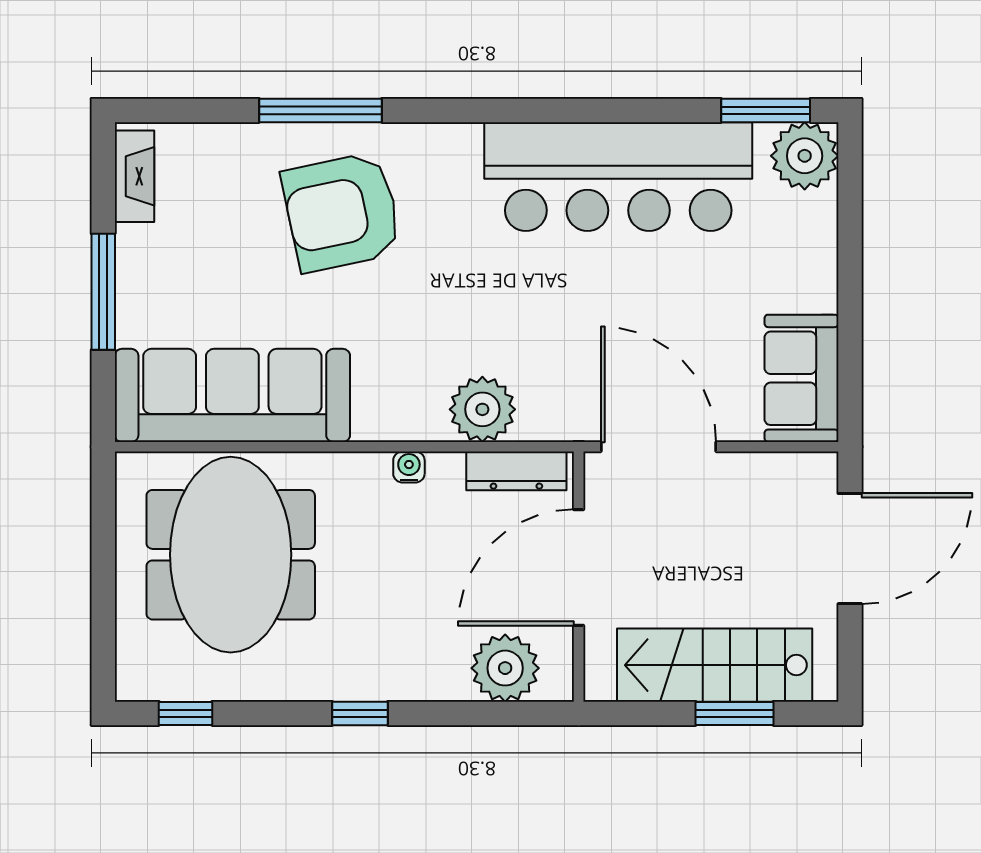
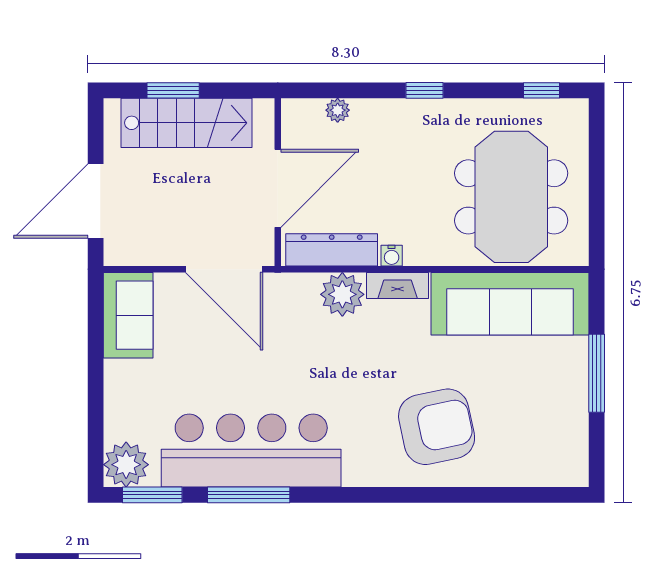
window: (320, 110) -> (249, 495), moved
fireplace: (134, 176) -> (398, 286), moved, turned -90
dresser: (516, 471) -> (332, 250), width x1.37, depth x1.24
plant: (505, 668) -> (338, 110), width x0.53, depth x0.53

